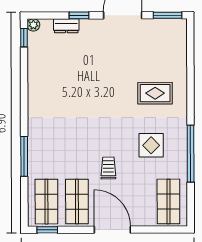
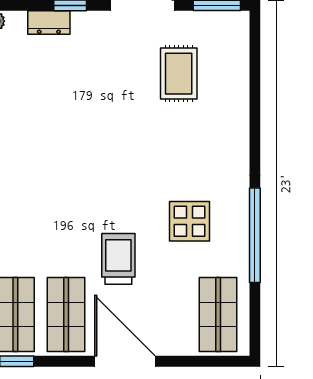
rug: (155, 93) -> (179, 74), moved, turned 90
trolley: (108, 168) -> (118, 259), width x1.36, depth x1.39

